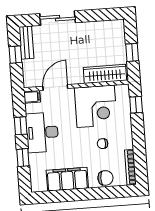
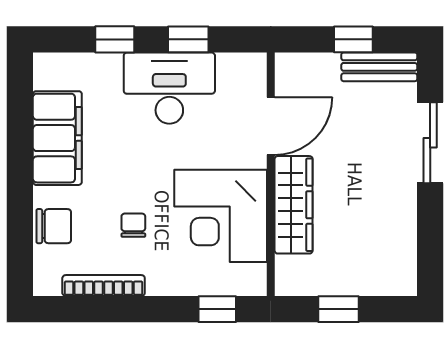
wardrobe: (105, 74) -> (294, 205), moved
door: (55, 87) -> (271, 126), hinge flipped
filing cabinet: (32, 97) -> (253, 71), removed
bookcase: (130, 167) -> (104, 286), moved
chair: (105, 178) -> (54, 226), turned -90

